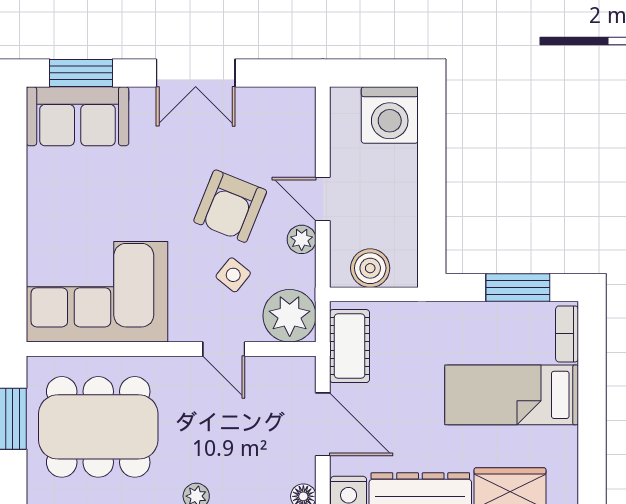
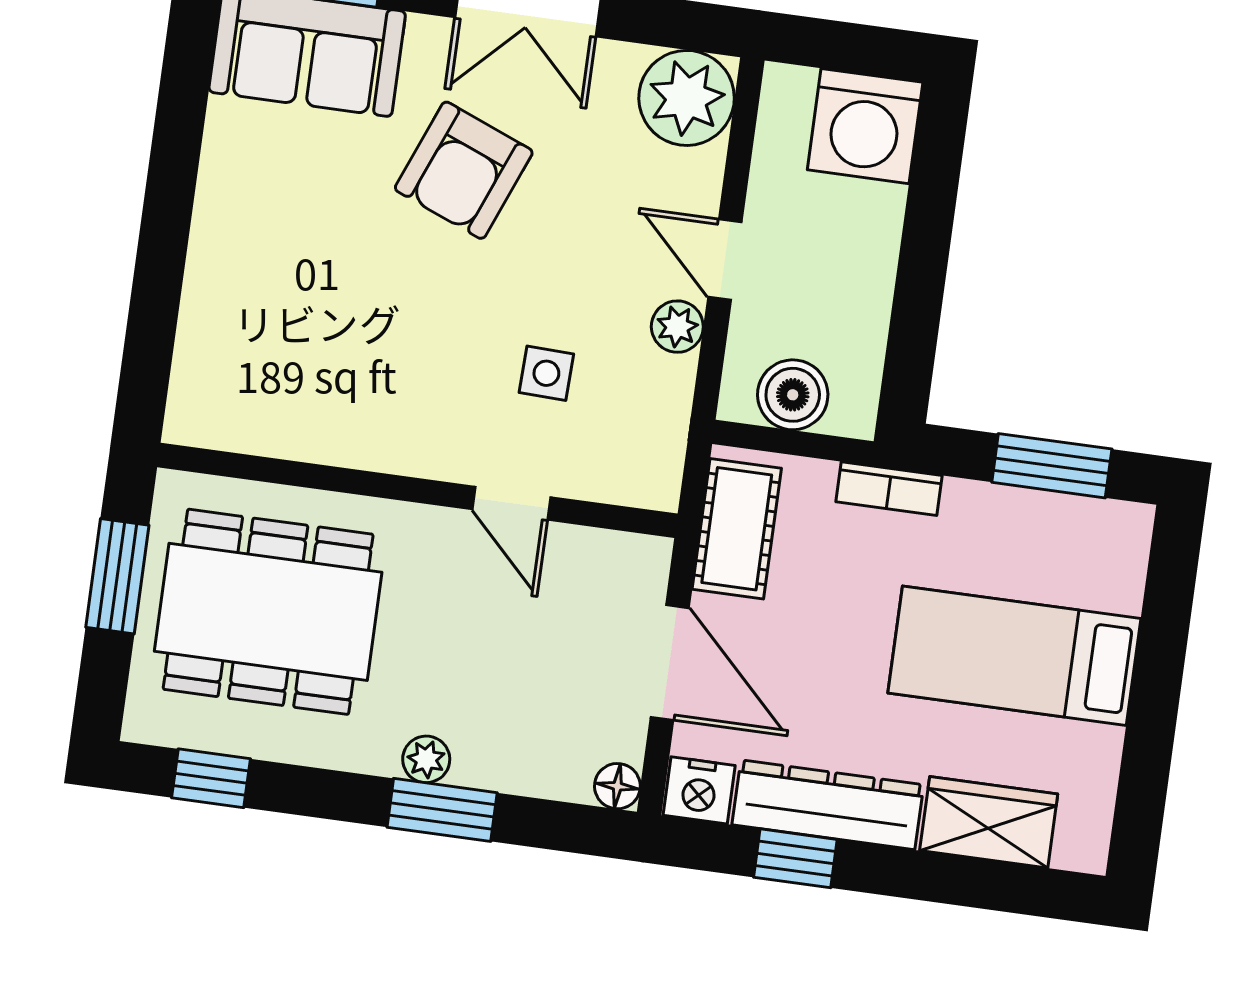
armchair: (230, 206) -> (464, 170), moved
side table: (233, 275) -> (546, 373), turned -37
corner sofa: (97, 292) -> (299, 370), removed
plant: (290, 316) -> (687, 98), moved
bookcase: (567, 334) -> (889, 489), moved, turned -90

